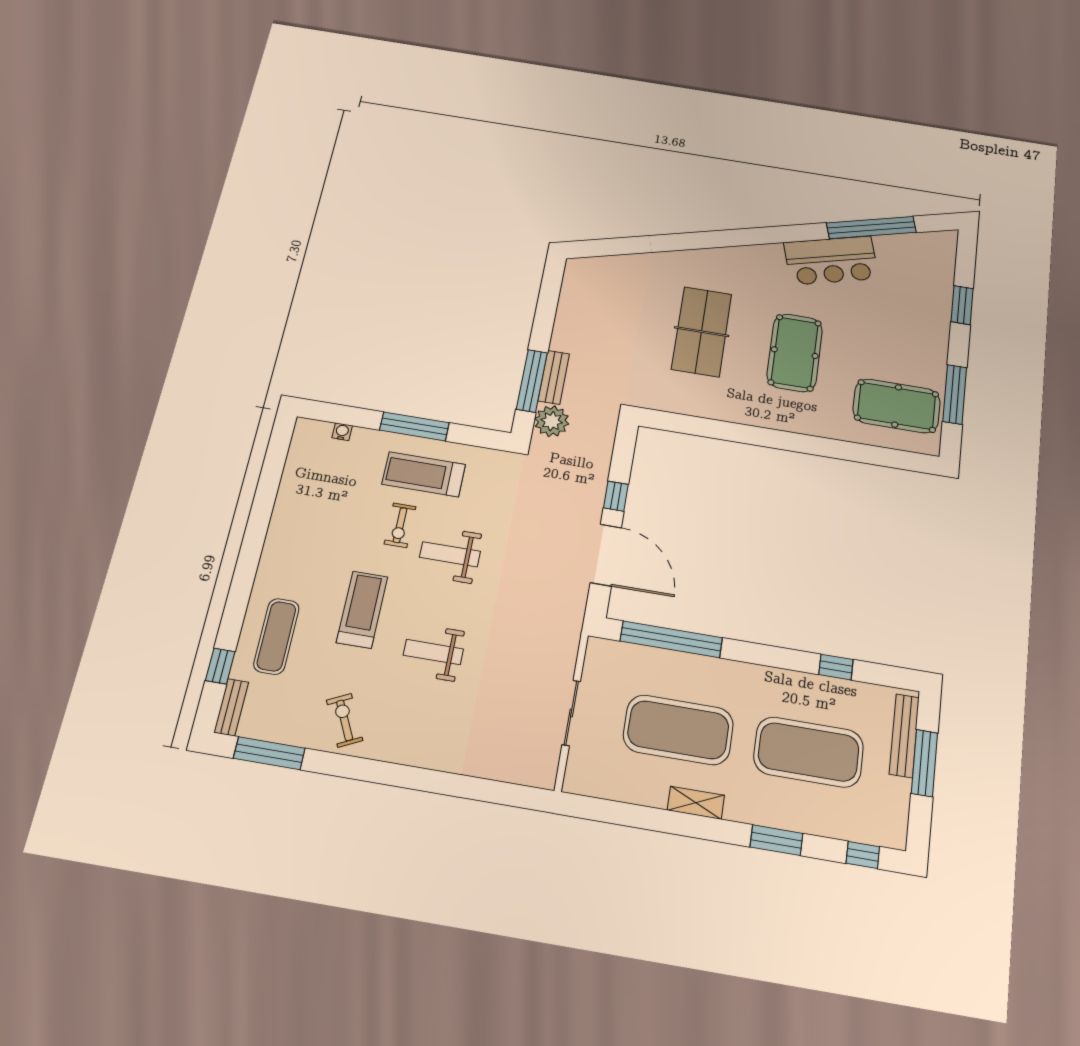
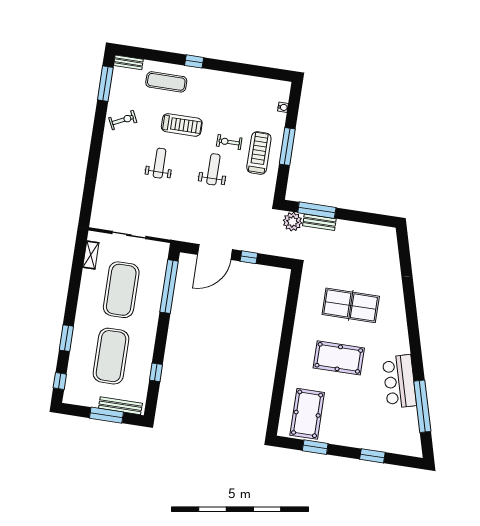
window: (955, 394) -> (315, 447), width x0.69
window: (220, 666) -> (194, 61), moved
shelving: (696, 803) -> (91, 255), moved

